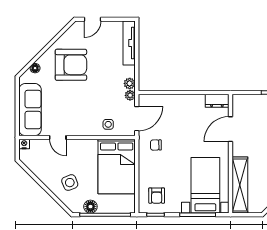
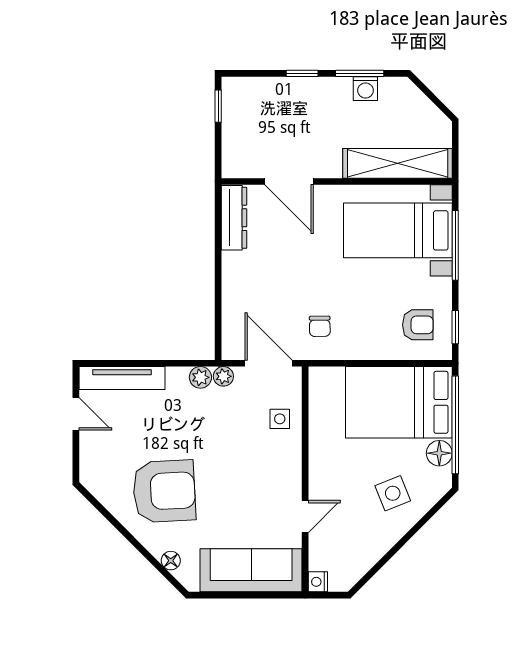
door: (93, 19) -> (76, 414), moved
armchair: (71, 65) -> (164, 491), turned 87
dresser: (217, 101) -> (234, 218), width x1.44
bed: (117, 166) -> (399, 402), moved, turned 180

